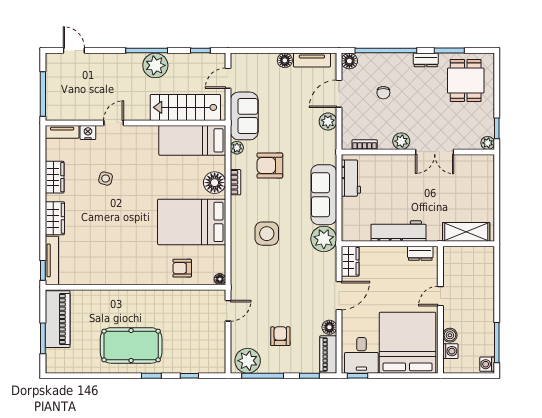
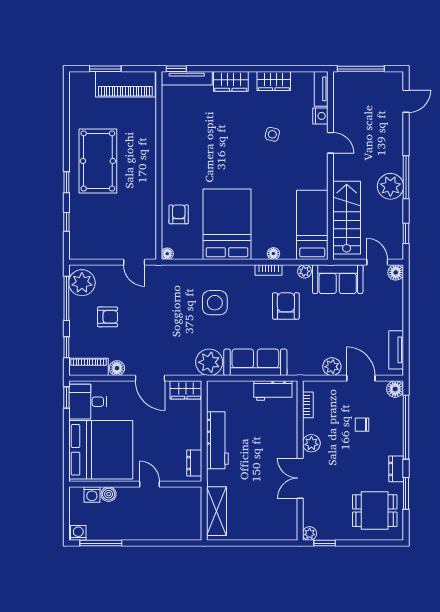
floor lamp: (285, 60) -> (396, 272), moved
floor lamp: (215, 183) -> (273, 254), width x0.53, depth x0.53

